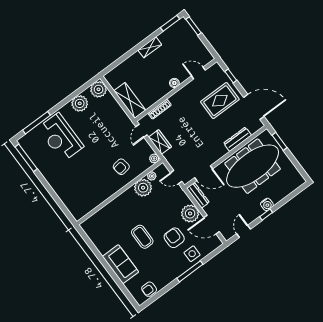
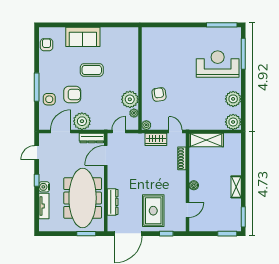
tv unit: (283, 193) -> (44, 206), added
door: (244, 231) -> (37, 153), swing flipped

